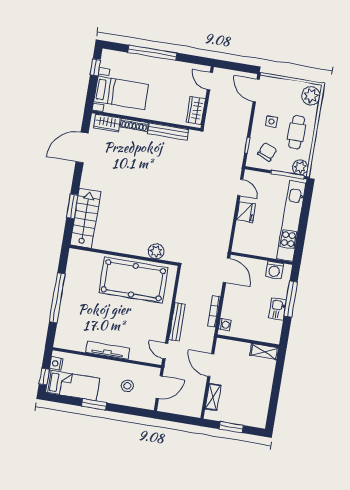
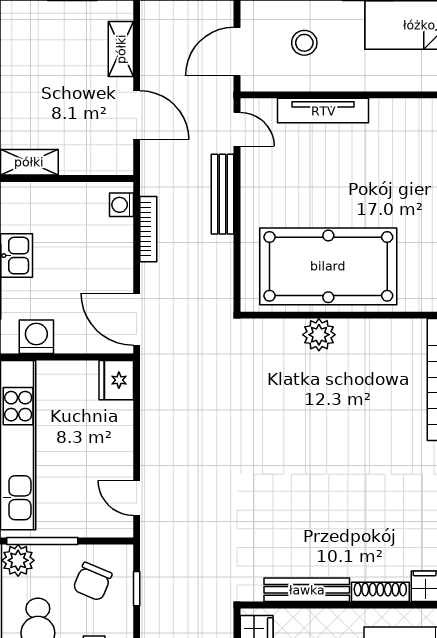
fridge: (246, 212) -> (116, 380), moved
plant: (156, 251) -> (319, 335), moved
tv unit: (108, 350) -> (323, 111), moved

